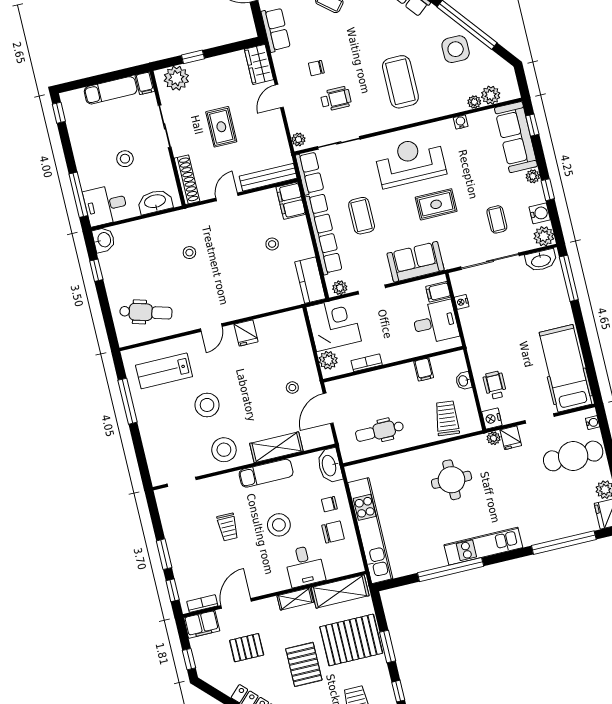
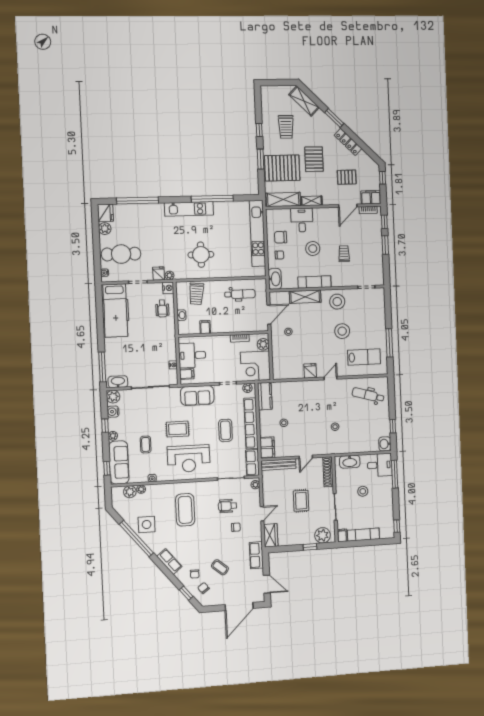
coffee table: (497, 219) -> (146, 444), moved

